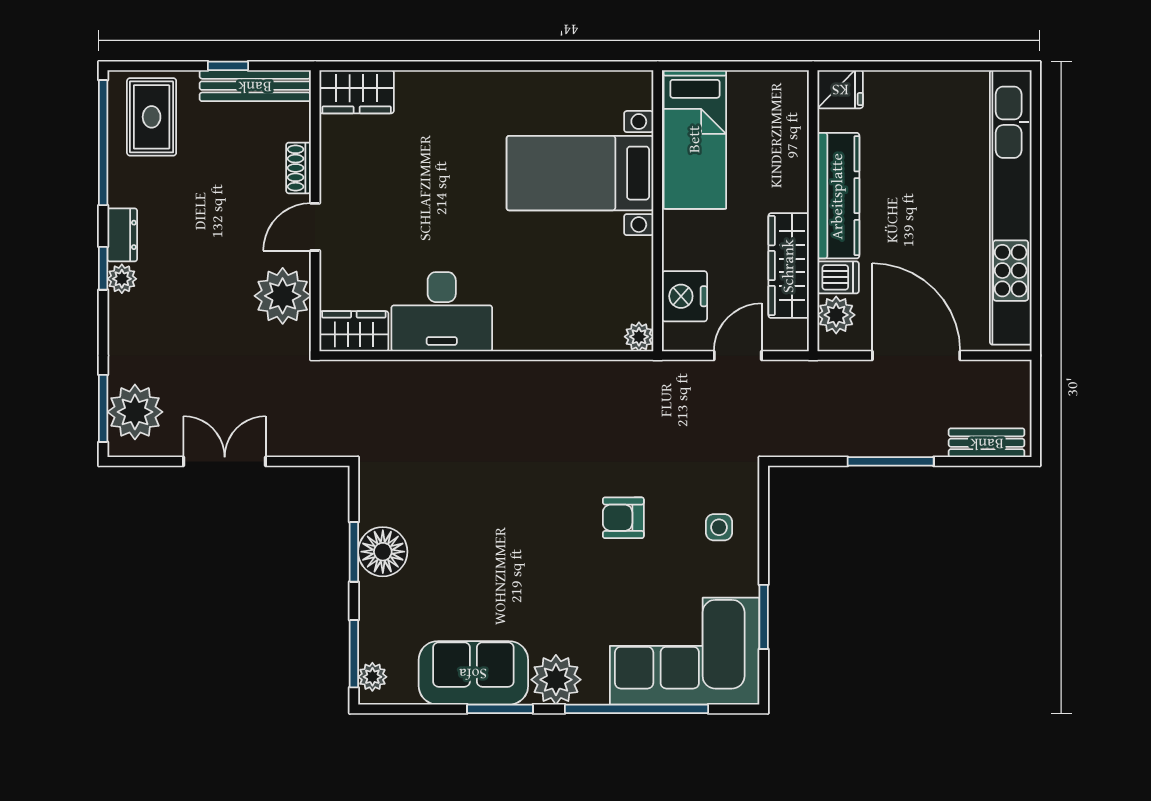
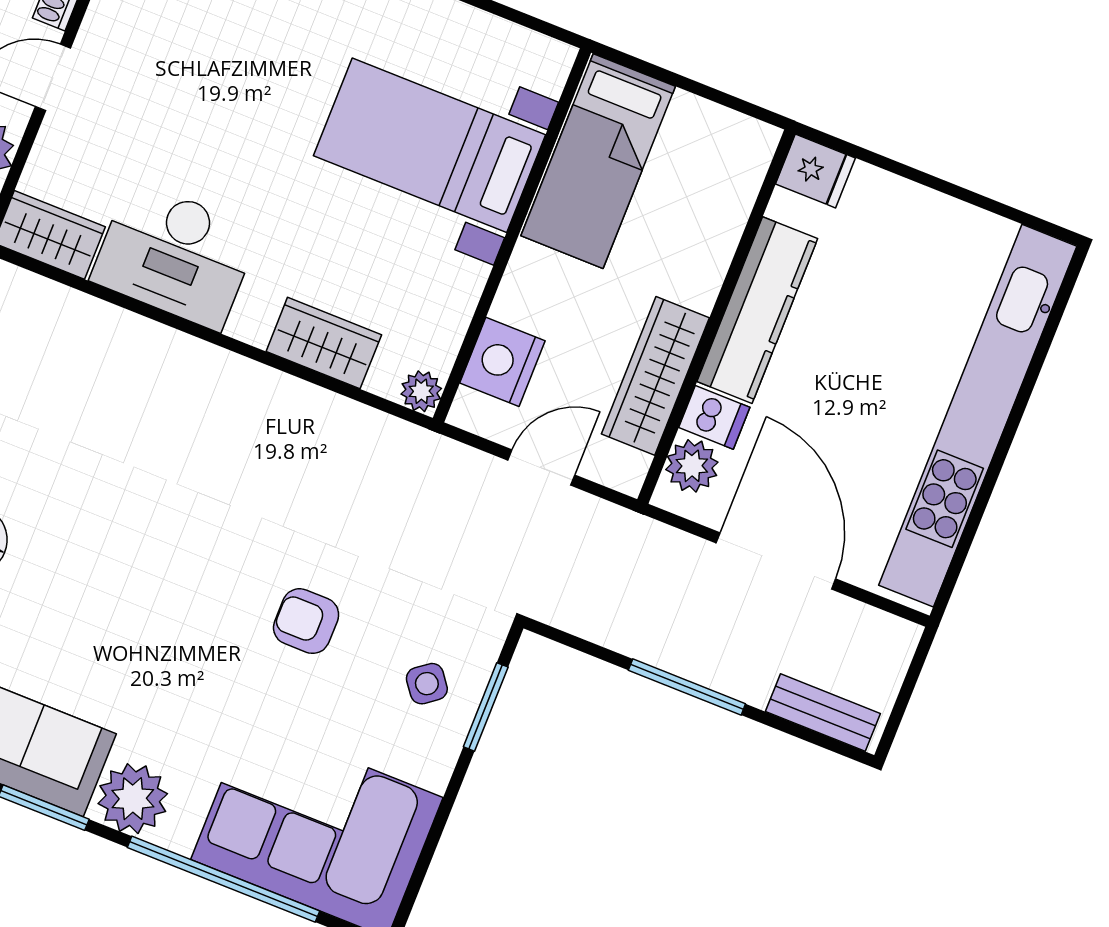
wardrobe: (562, 331) -> (324, 343), added
side table: (719, 527) -> (427, 684), turned -37
window: (764, 617) -> (486, 707), moved

